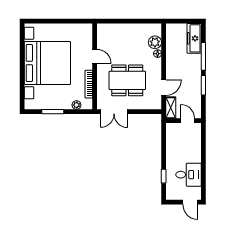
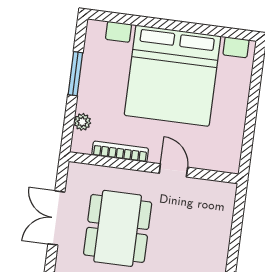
door: (95, 56) -> (173, 170), swing flipped
double door: (114, 112) -> (56, 218), moved

